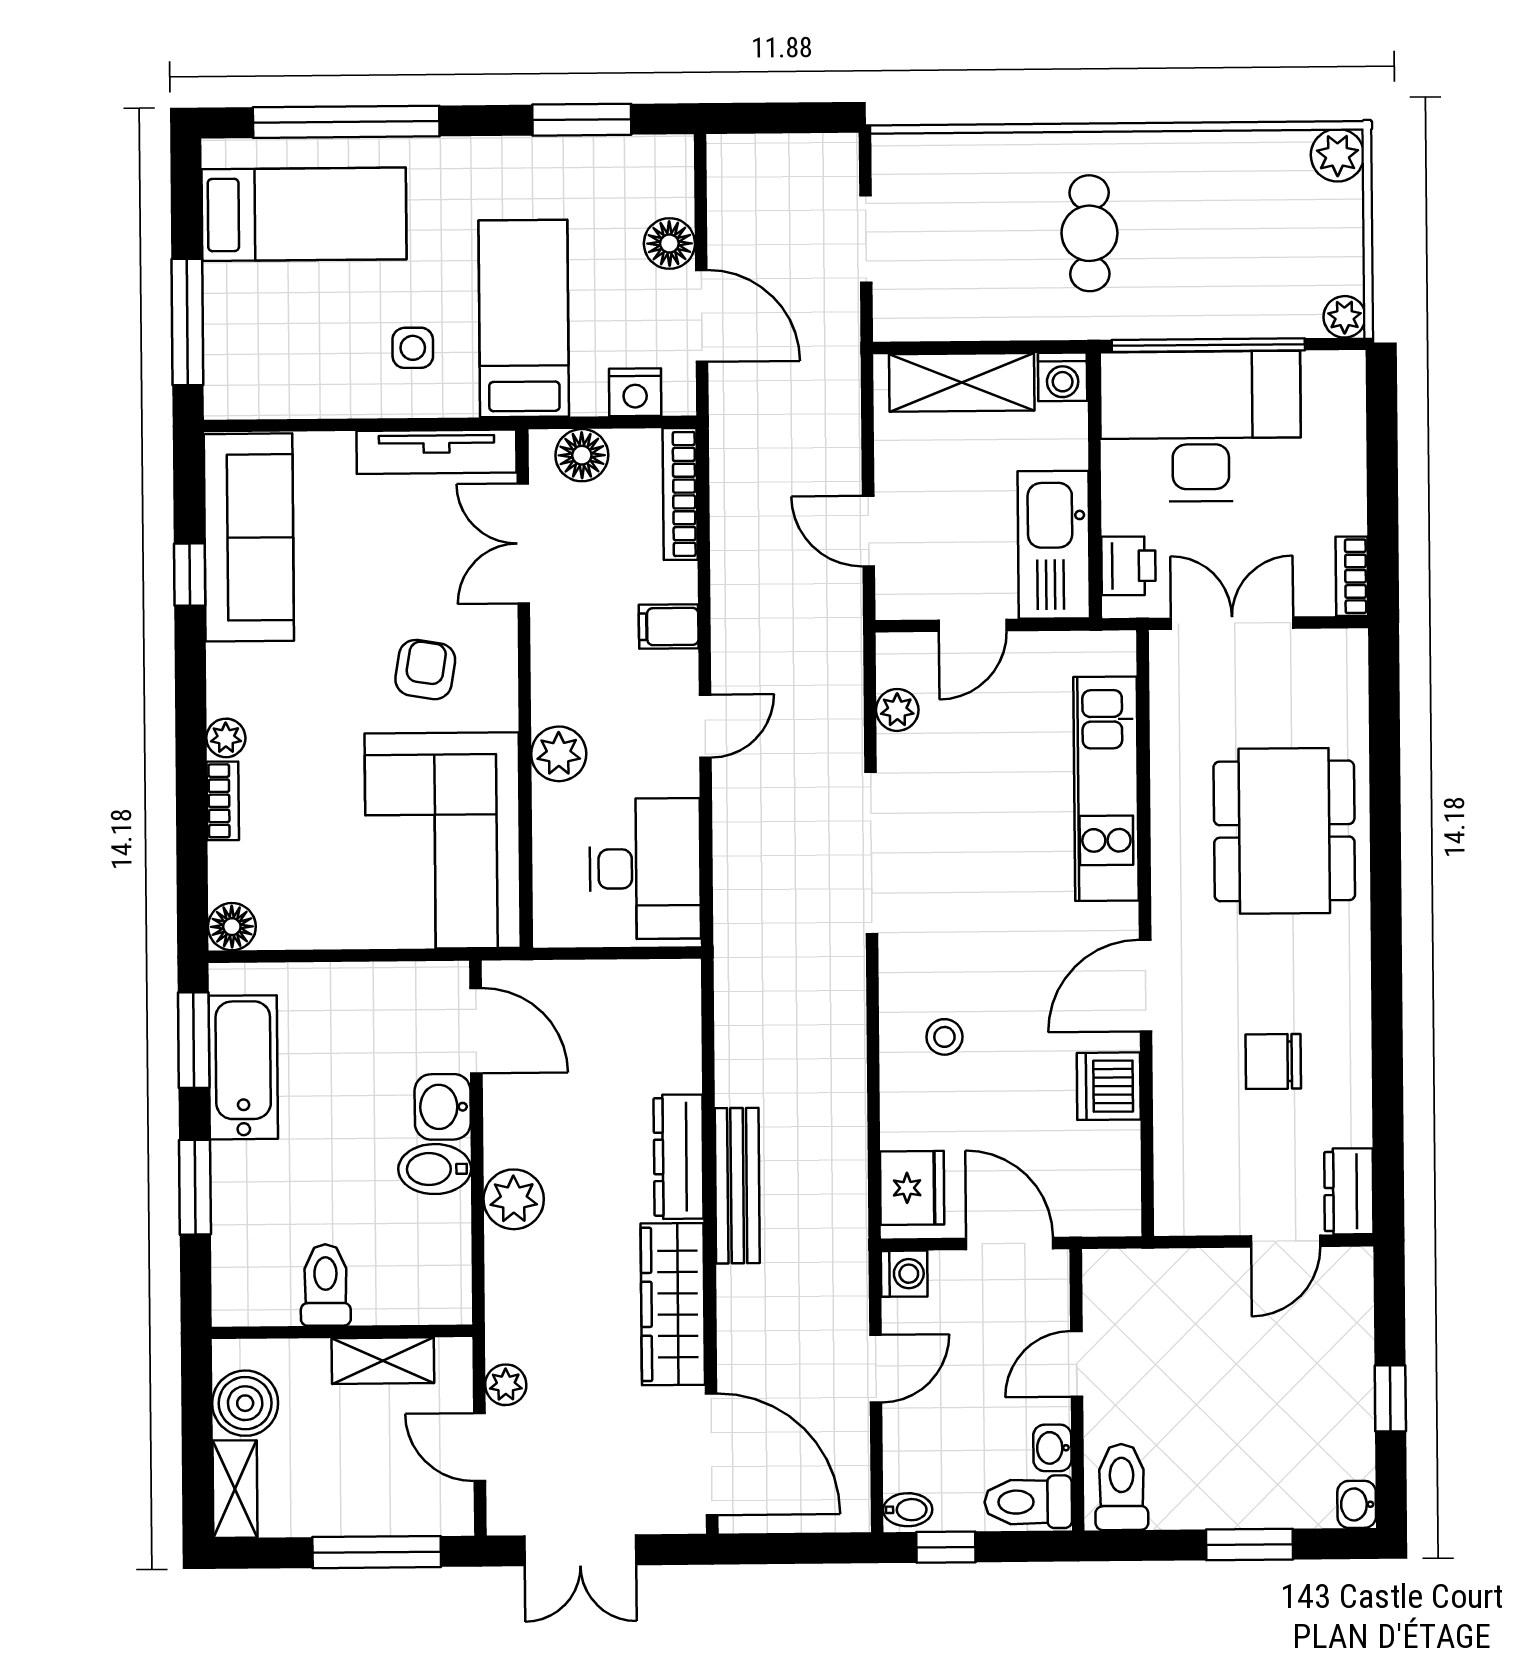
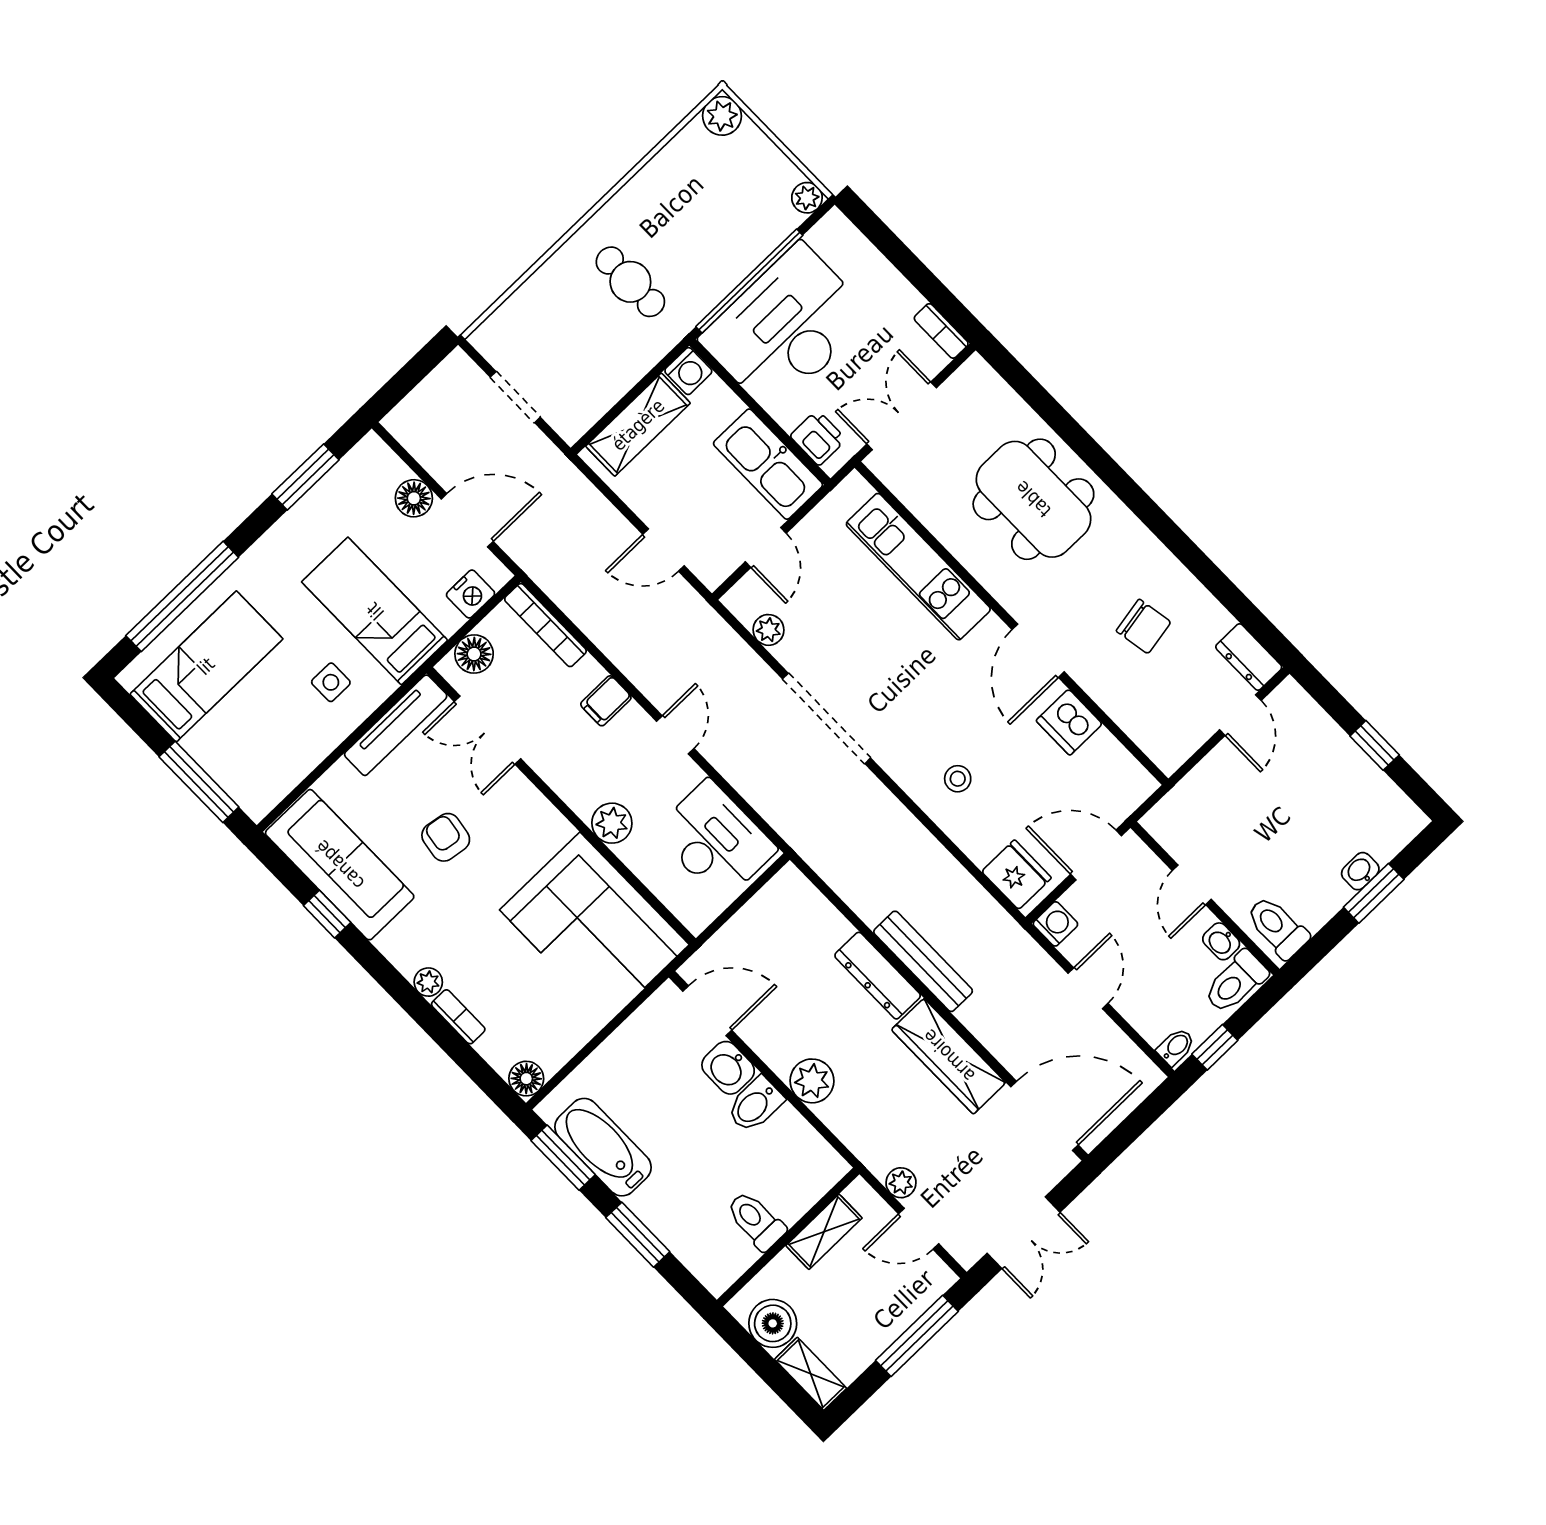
armchair: (425, 670) -> (446, 837), moved
chair: (1273, 1062) -> (1144, 626), turned -100
washbasin: (1357, 1504) -> (1360, 871), moved, turned 90

